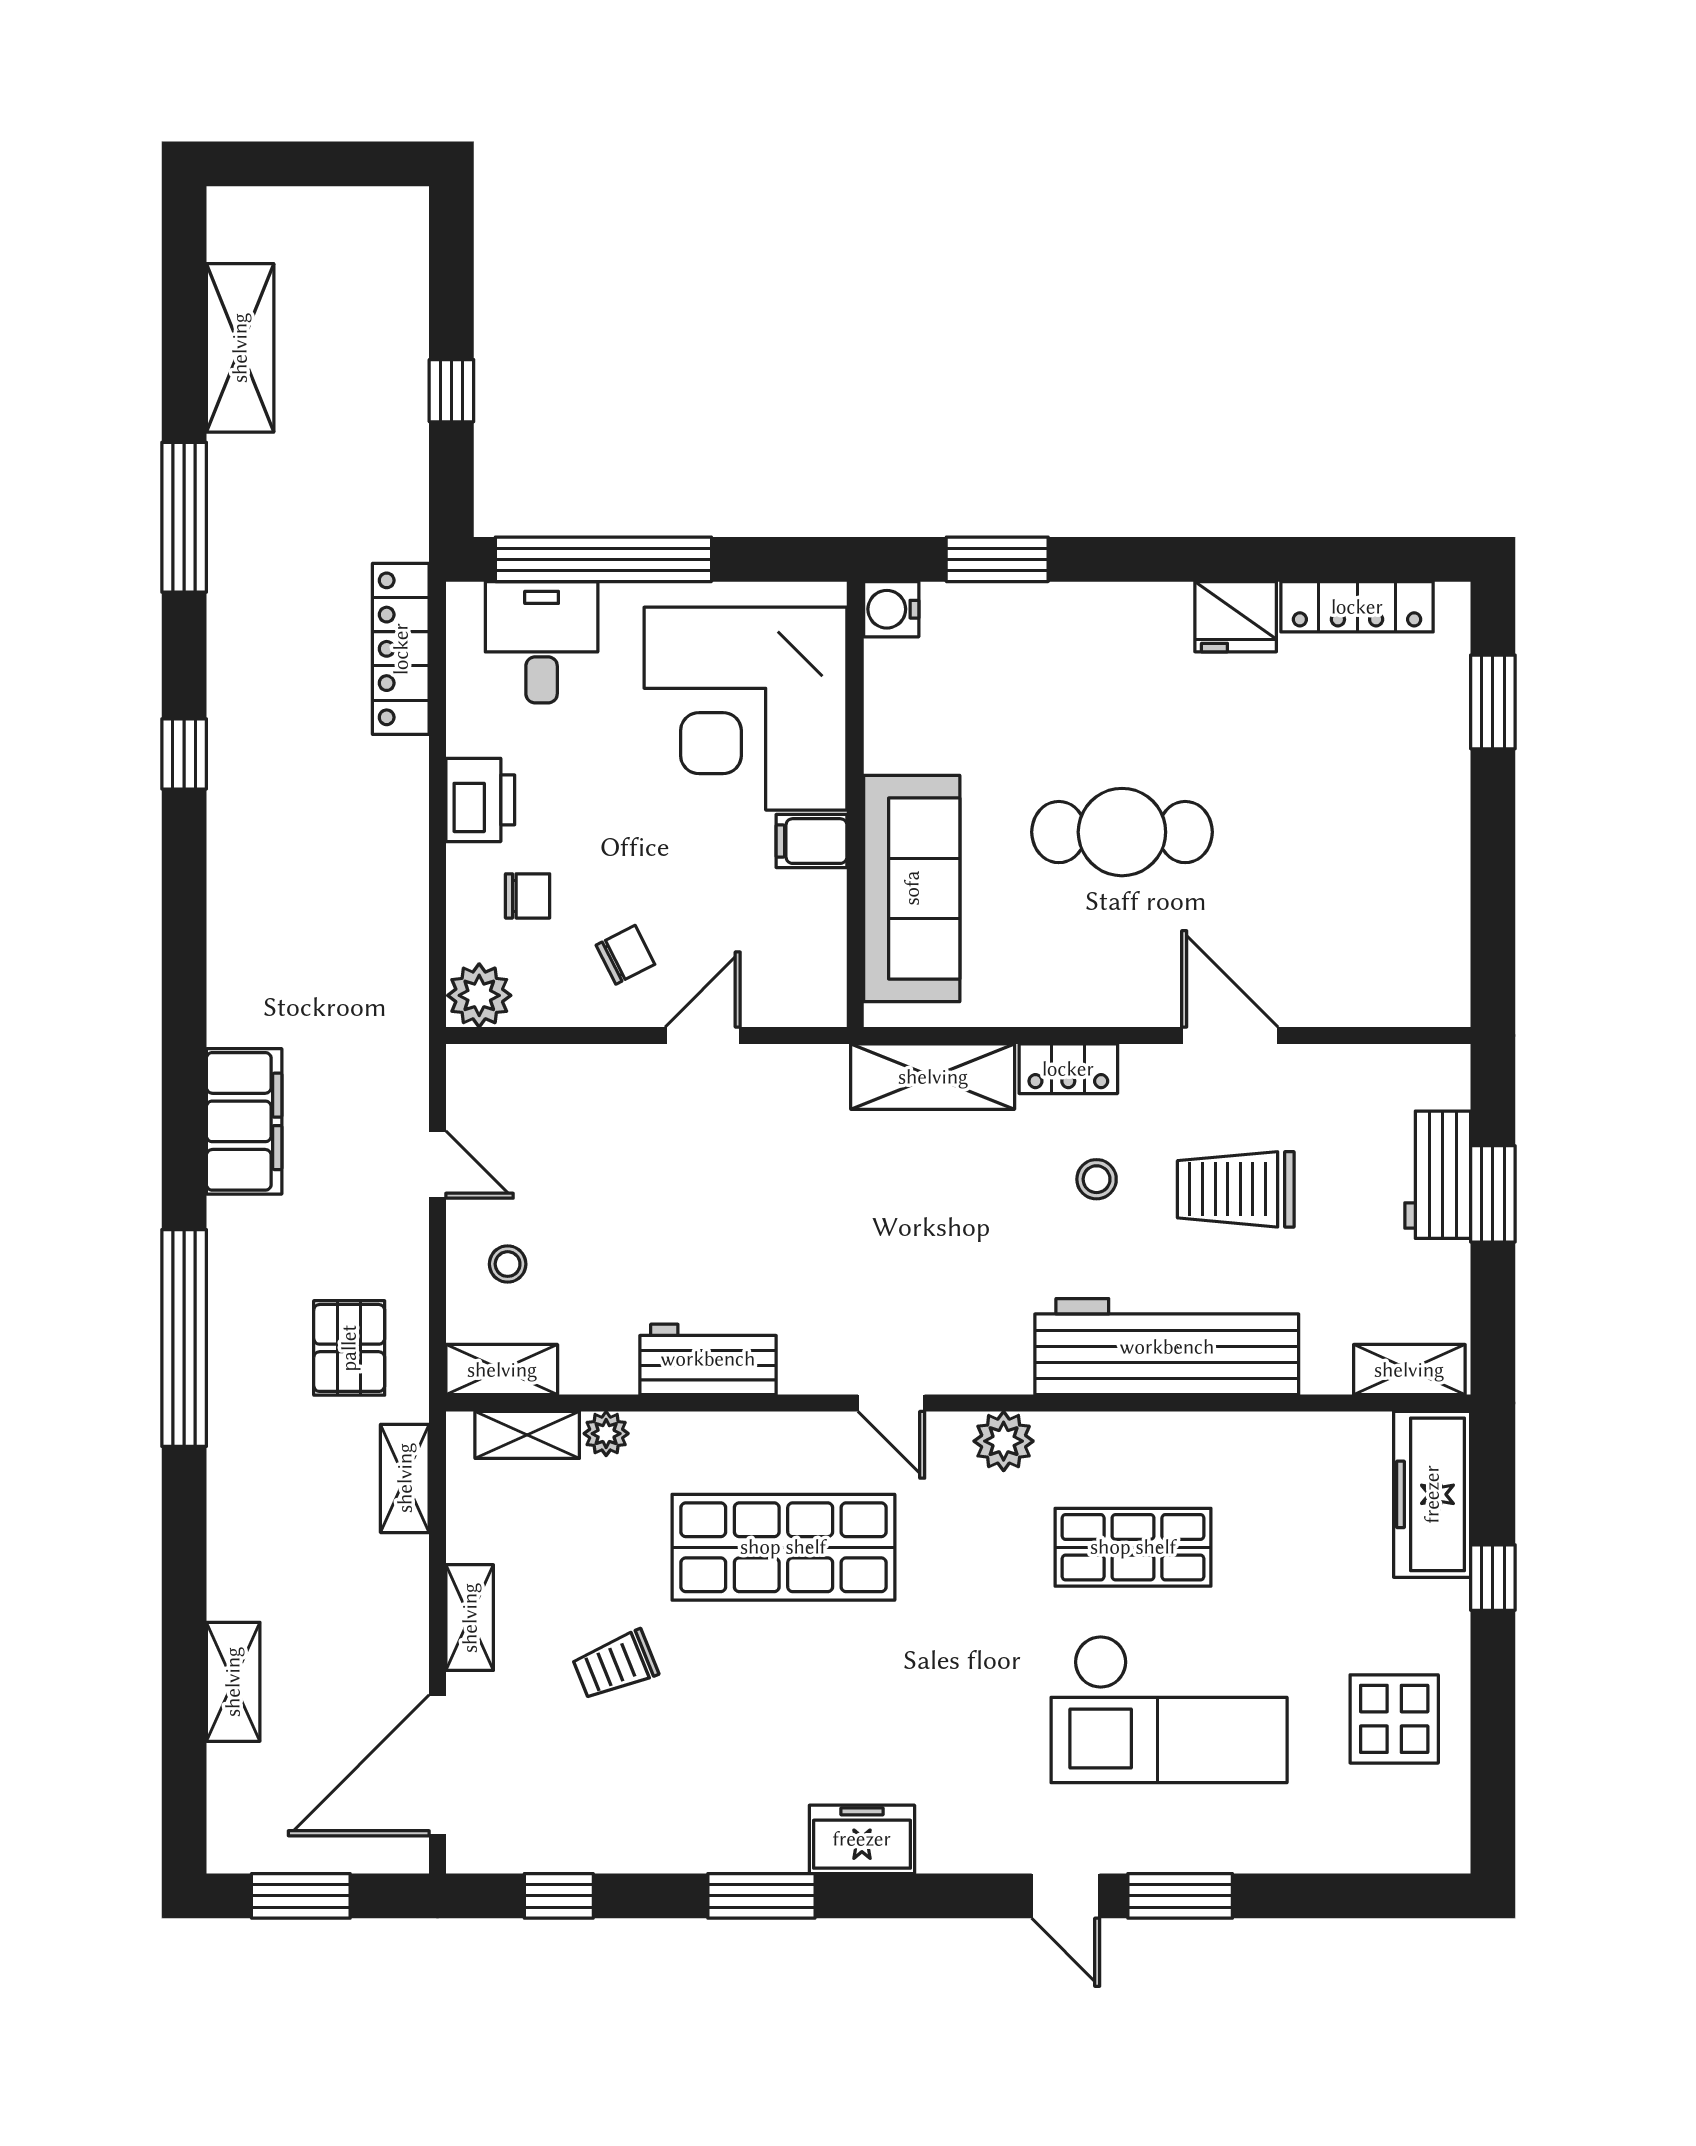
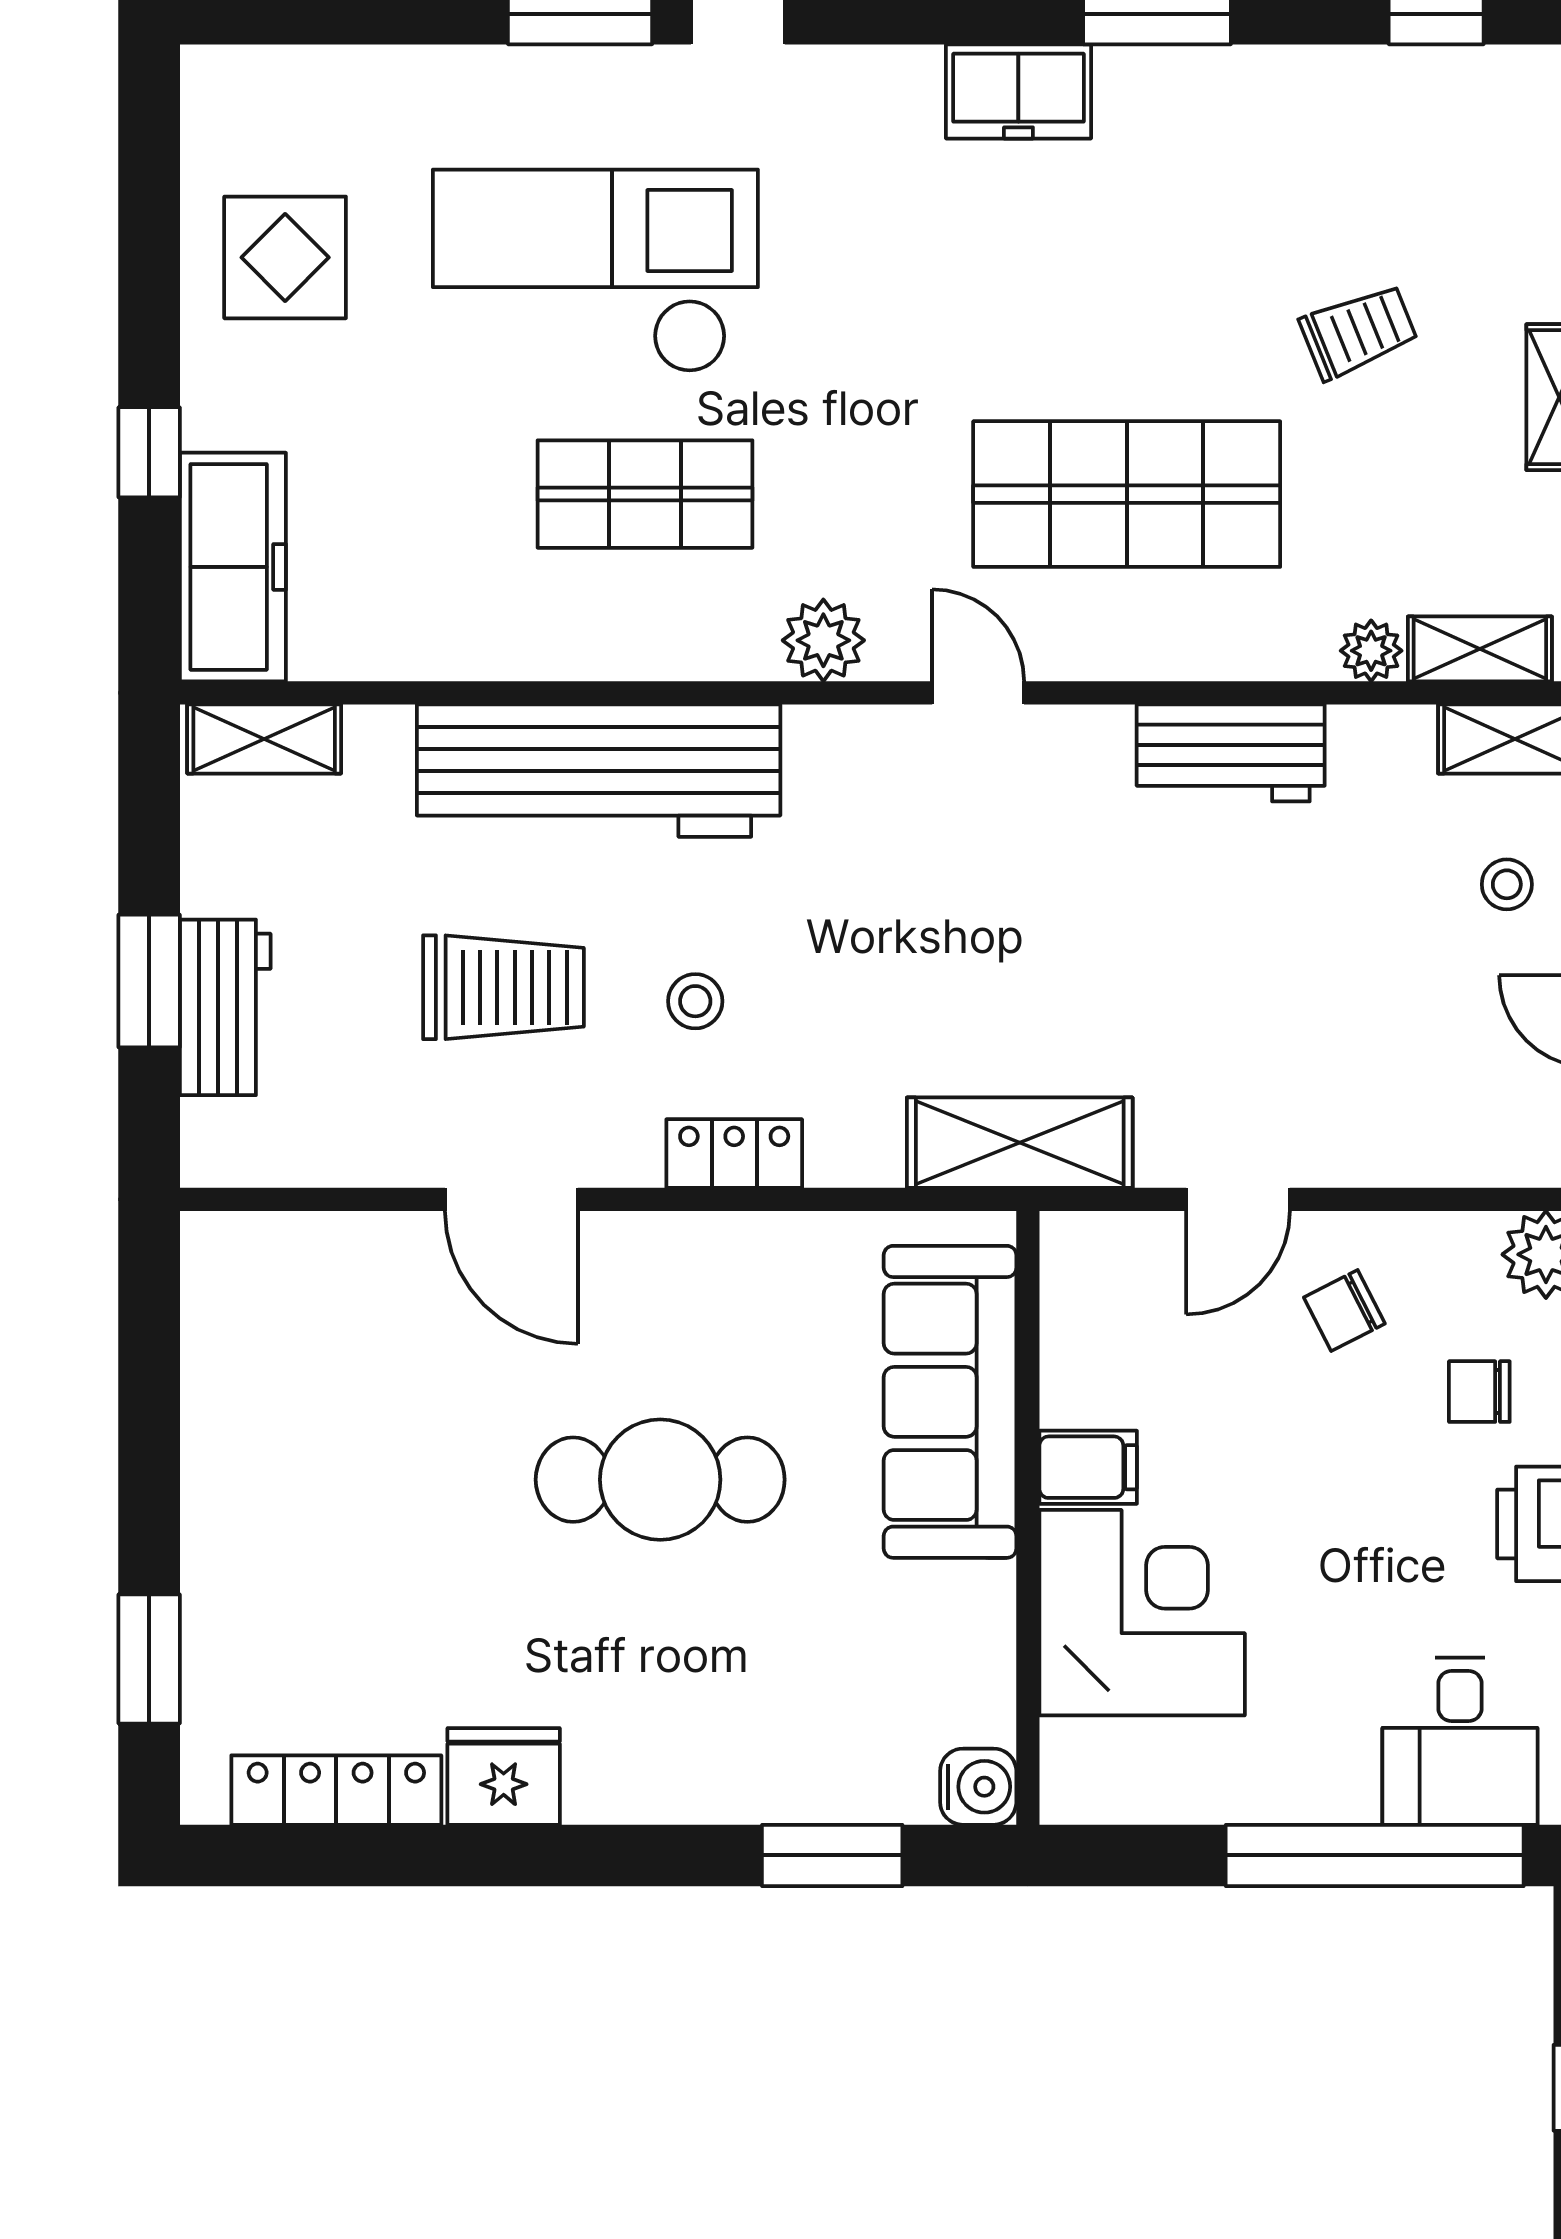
corner desk: (745, 709) -> (1142, 1613), width x0.74, depth x0.74
shelving: (933, 1077) -> (1020, 1143), moved

